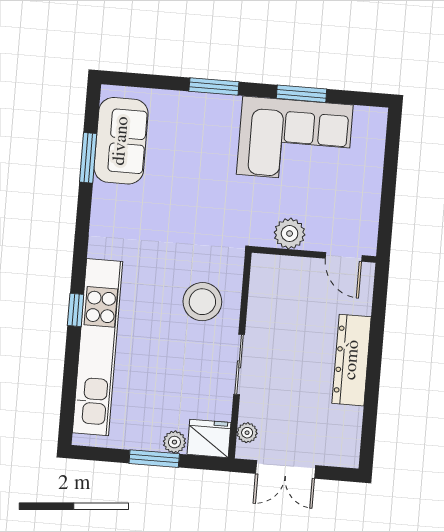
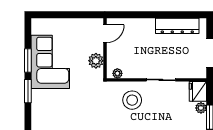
window: (214, 87) -> (28, 91), moved
dresser: (352, 360) -> (177, 26), moved
plant: (247, 433) -> (117, 73), moved

